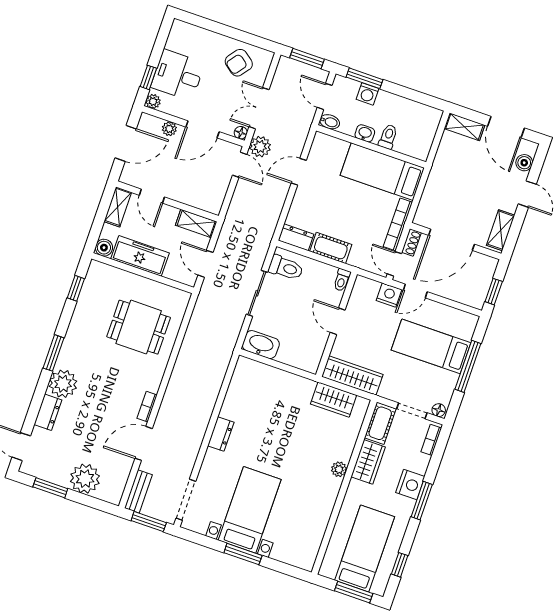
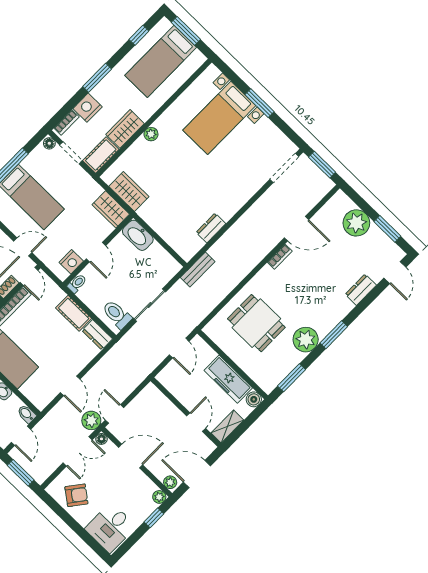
desk: (178, 75) -> (110, 528), moved, turned 90
plant: (169, 129) -> (170, 482), moved
door: (299, 172) -> (70, 386), hinge flipped
shelving: (196, 223) -> (171, 384), removed
window: (76, 288) -> (291, 378), width x1.50
nightstand: (389, 295) -> (71, 262), moved, turned -90
washbasin: (261, 345) -> (138, 235), moved
wardrobe: (352, 376) -> (111, 209), width x0.67
plant: (63, 384) -> (306, 340), moved
dresser: (221, 434) -> (211, 228), moved
nightstand: (410, 485) -> (88, 108), moved
bench: (138, 491) -> (198, 270), moved
bed with nightstands: (250, 510) -> (219, 118), moved

